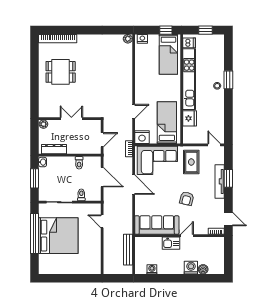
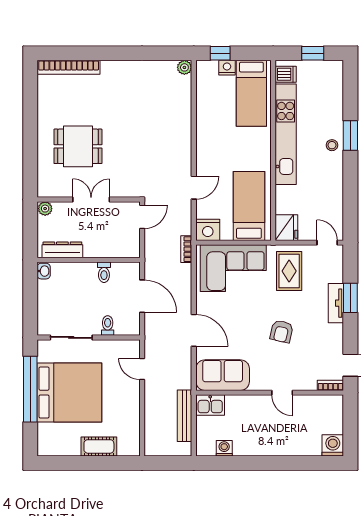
window: (166, 30) -> (220, 53), moved
nightstand: (142, 39) -> (227, 68), moved
dining table: (61, 72) -> (78, 146), moved
fridge: (190, 118) -> (286, 228), moved
door: (102, 140) -> (142, 217), moved
window: (35, 178) -> (30, 298), removed
tv unit: (220, 181) -> (336, 303), width x0.71
door: (134, 185) -> (194, 330), moved
sofa: (157, 225) -> (223, 375), width x0.73
door: (187, 236) -> (282, 393), swing flipped
kitchen sink: (171, 243) -> (210, 405), moved
cot: (76, 268) -> (99, 446), added
washing machine: (191, 268) -> (333, 445), moved
boiler: (203, 269) -> (309, 448), removed

